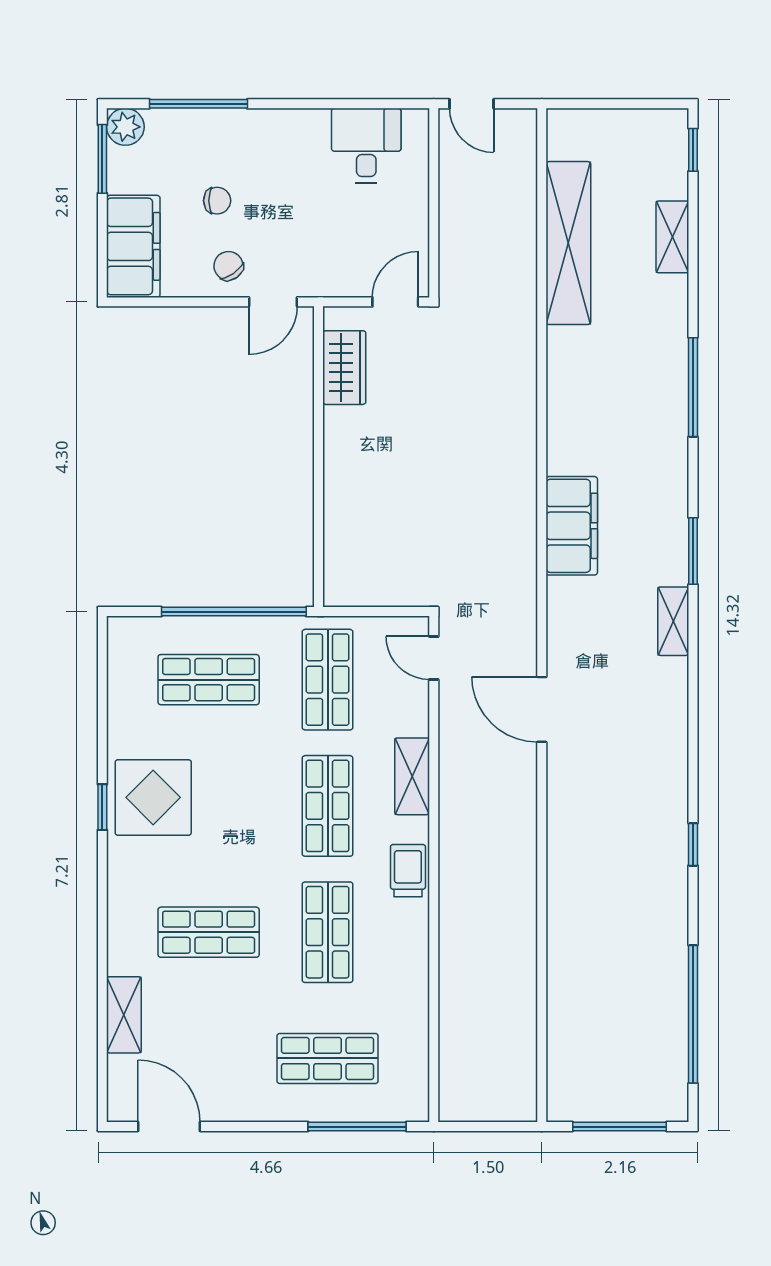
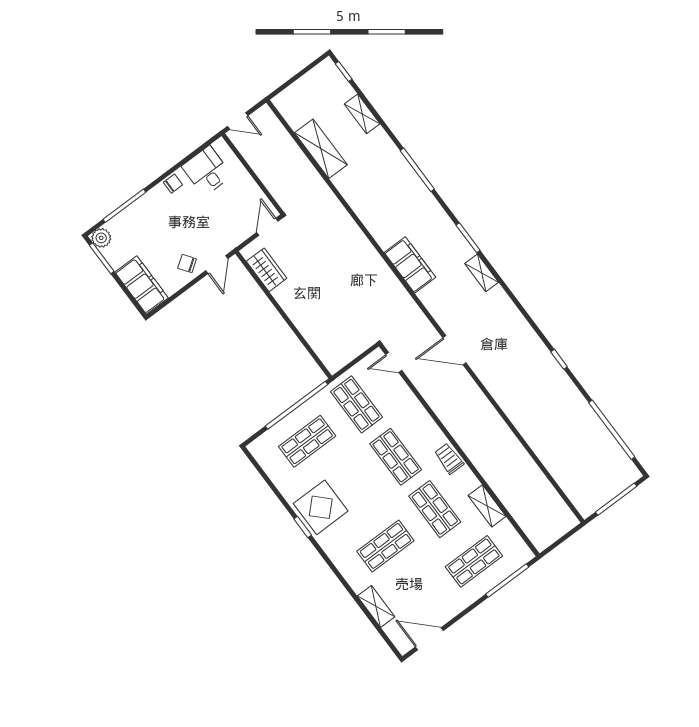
chair: (217, 201) -> (173, 184), moved
shelving: (568, 243) -> (321, 149), width x0.68
shelving: (412, 776) -> (487, 506), moved

